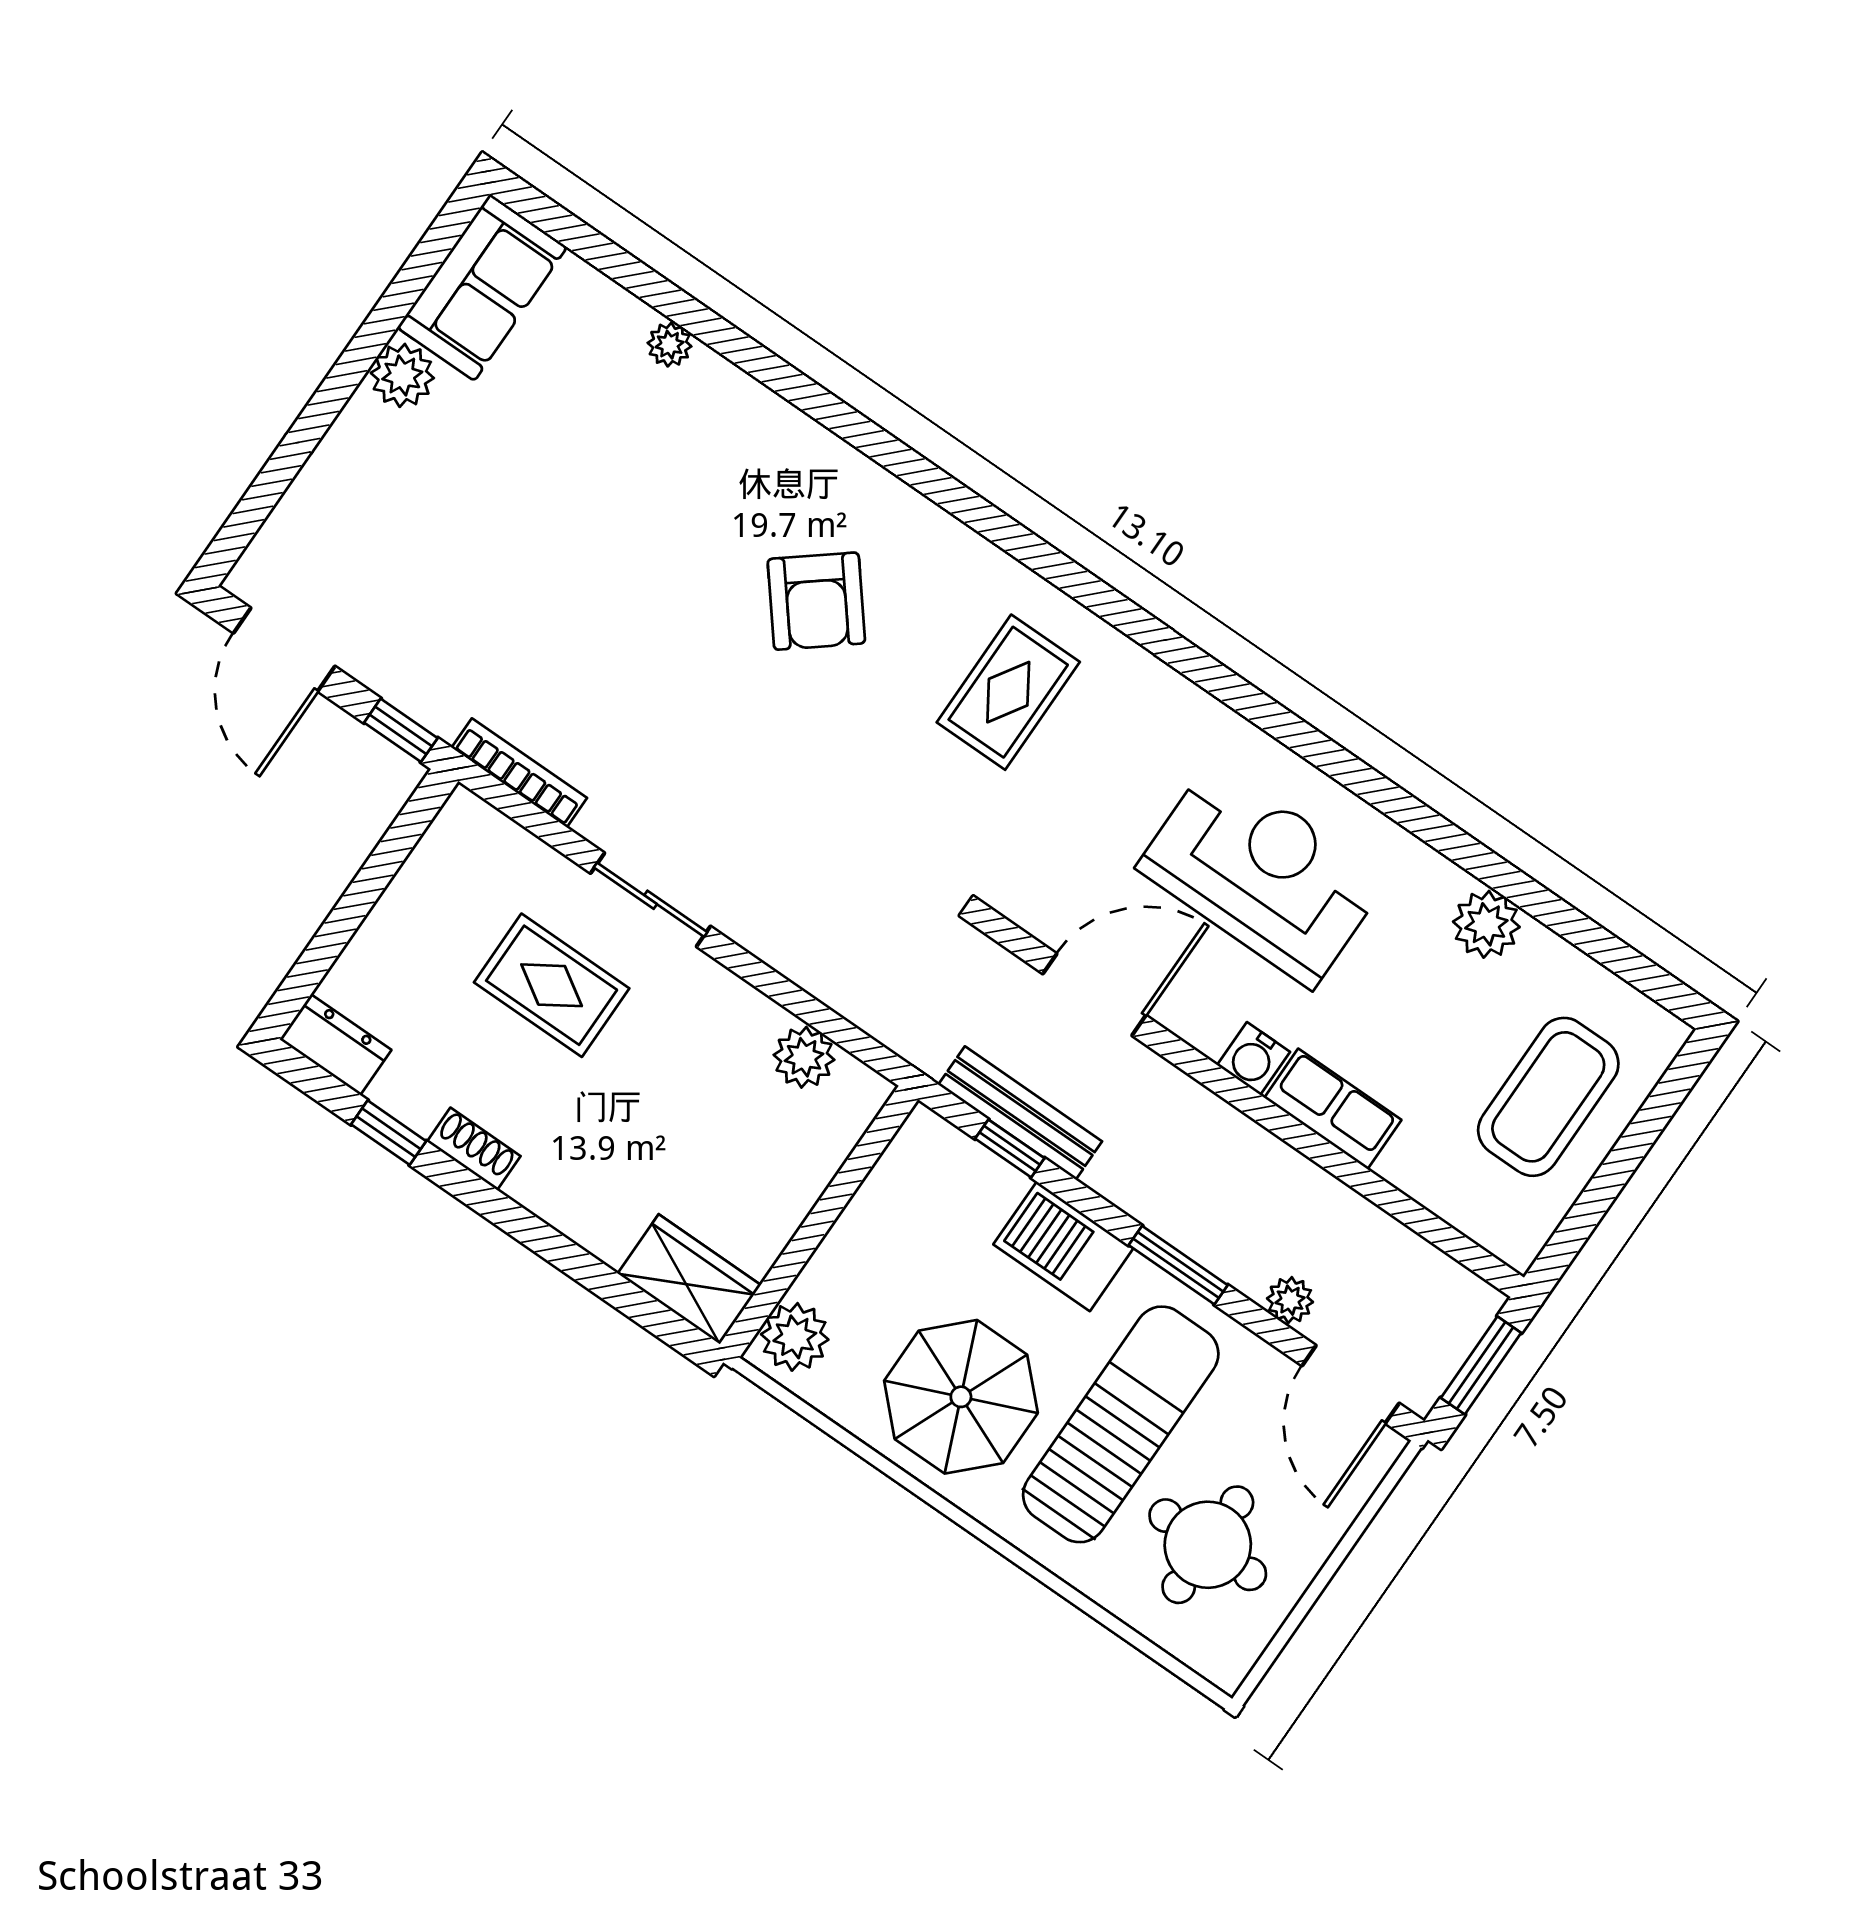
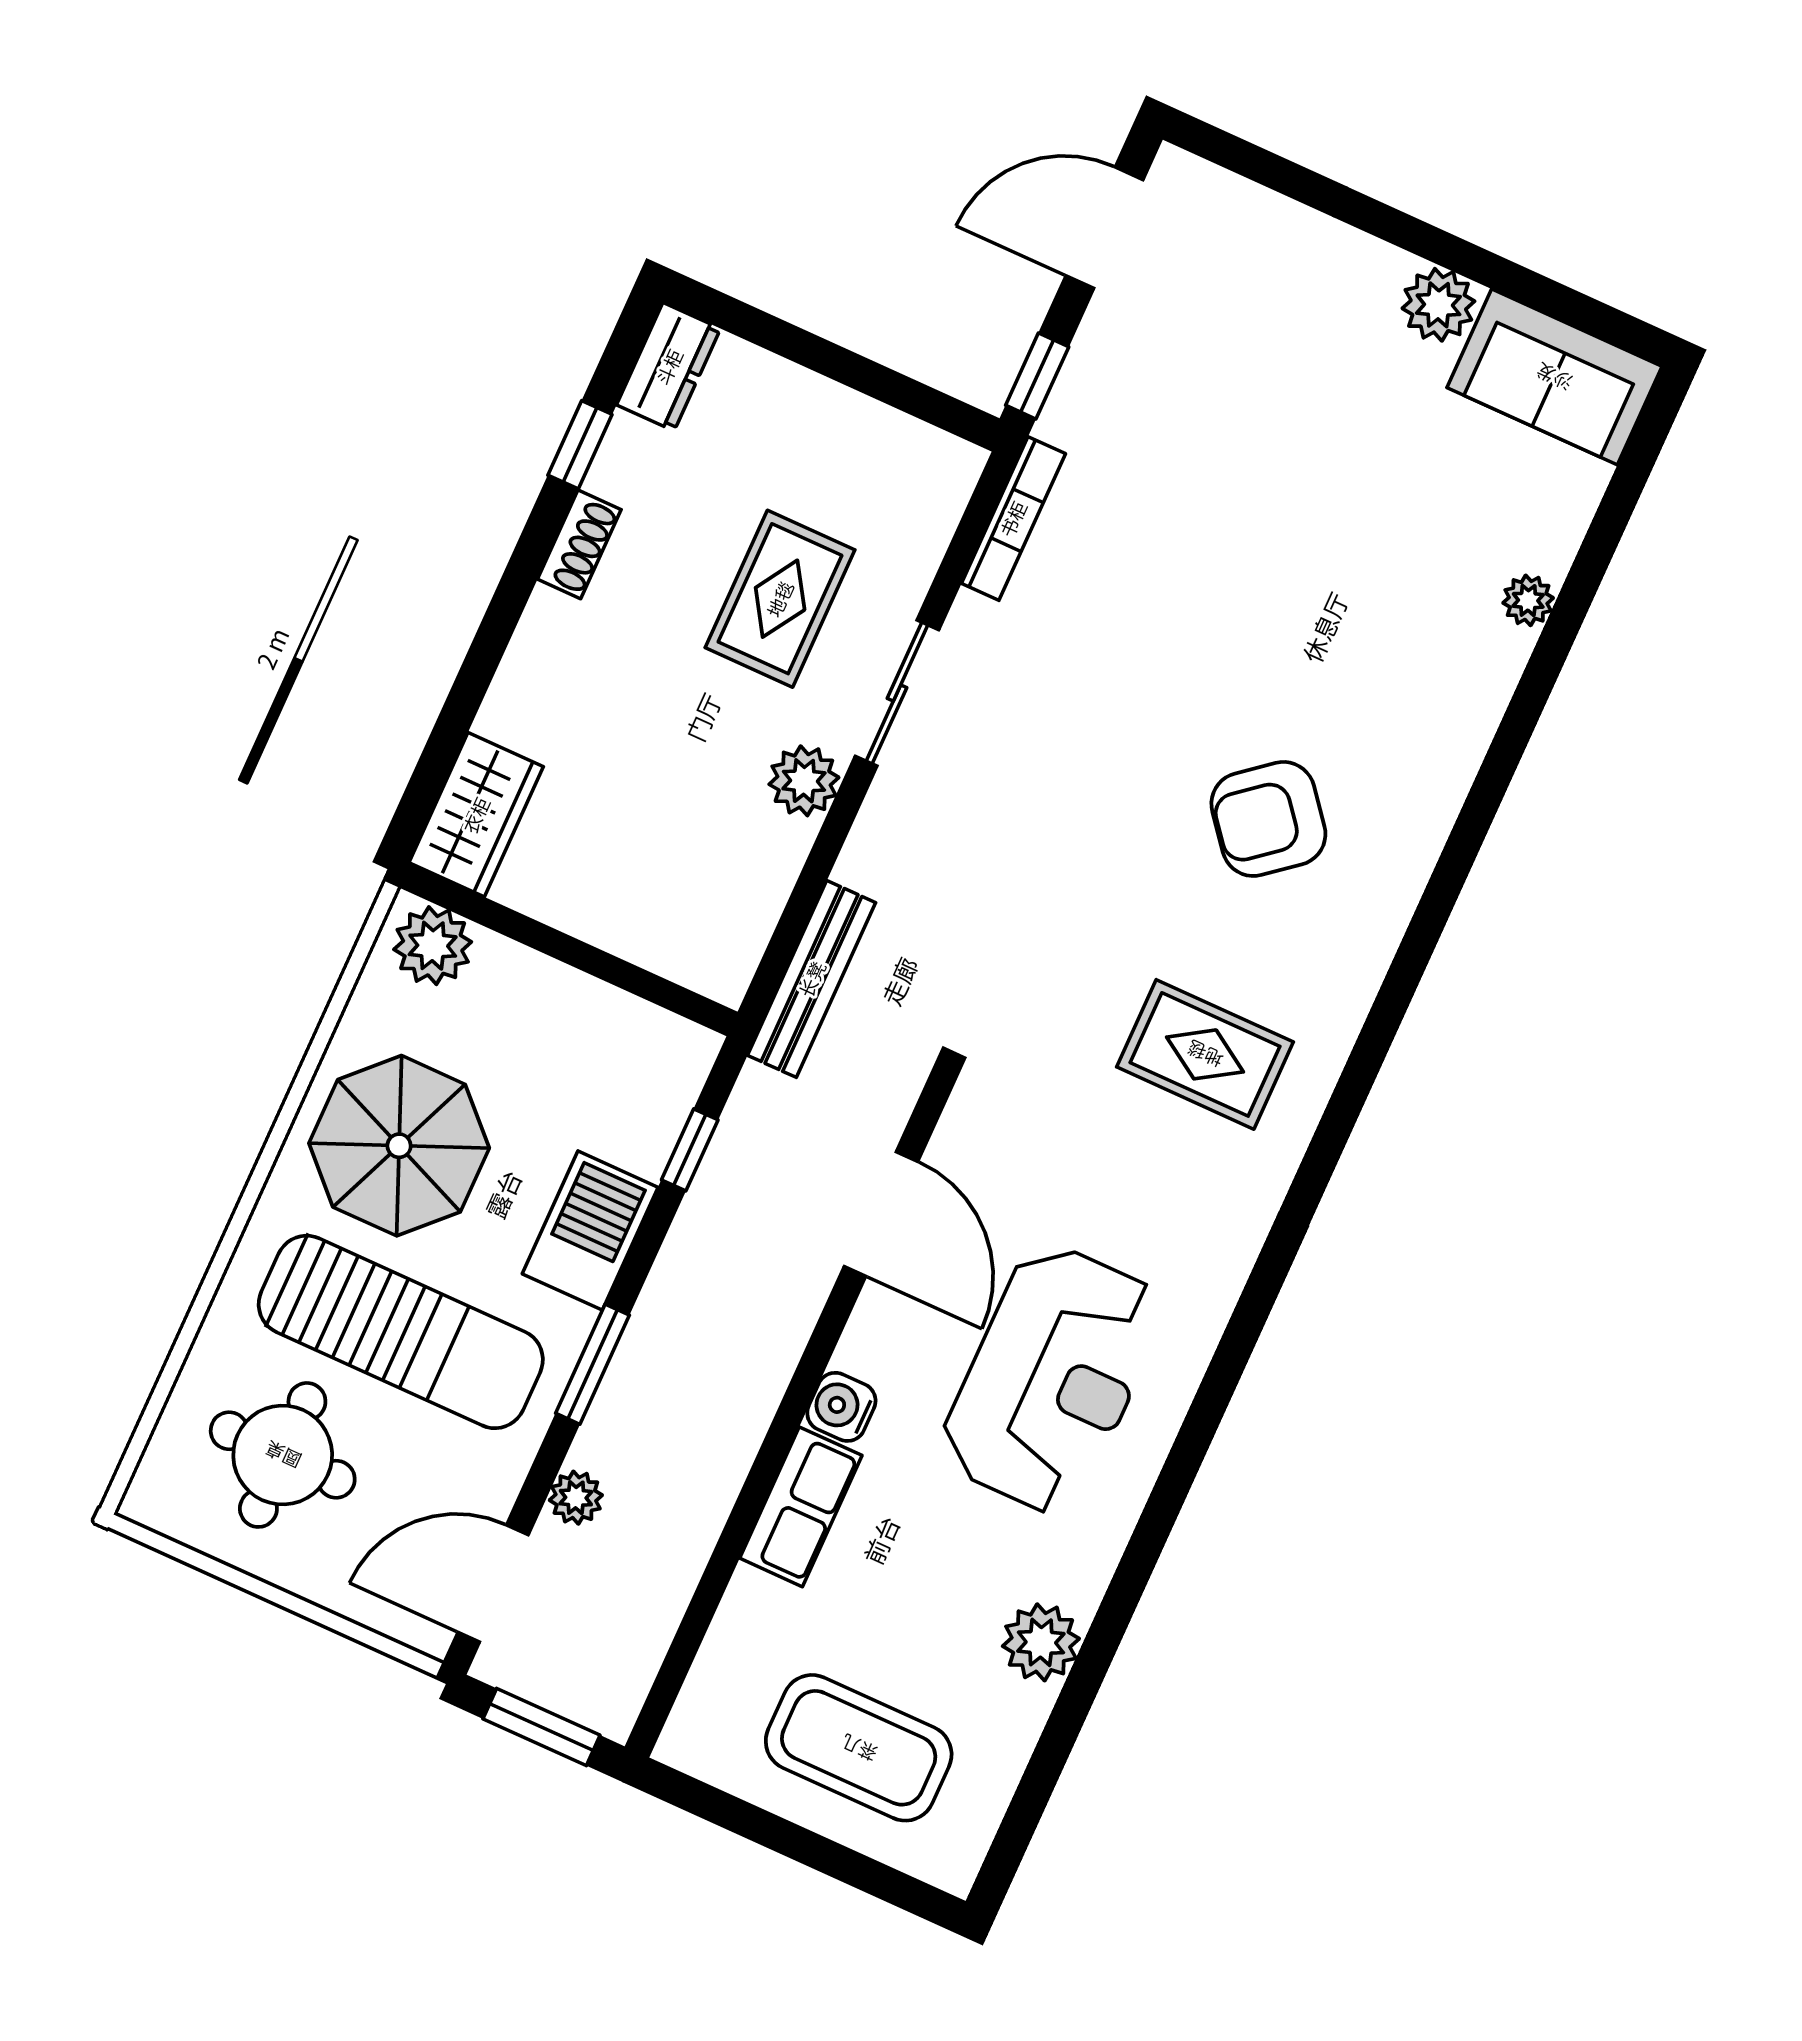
plant: (804, 1057) -> (804, 781), moved
bench: (1020, 1113) -> (812, 979), moved

